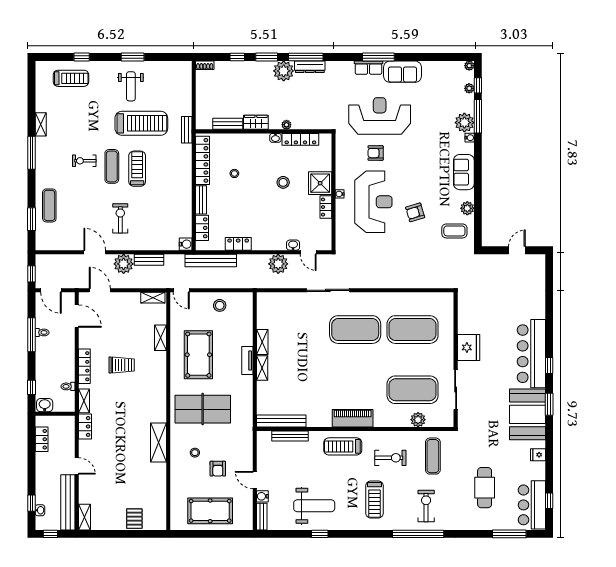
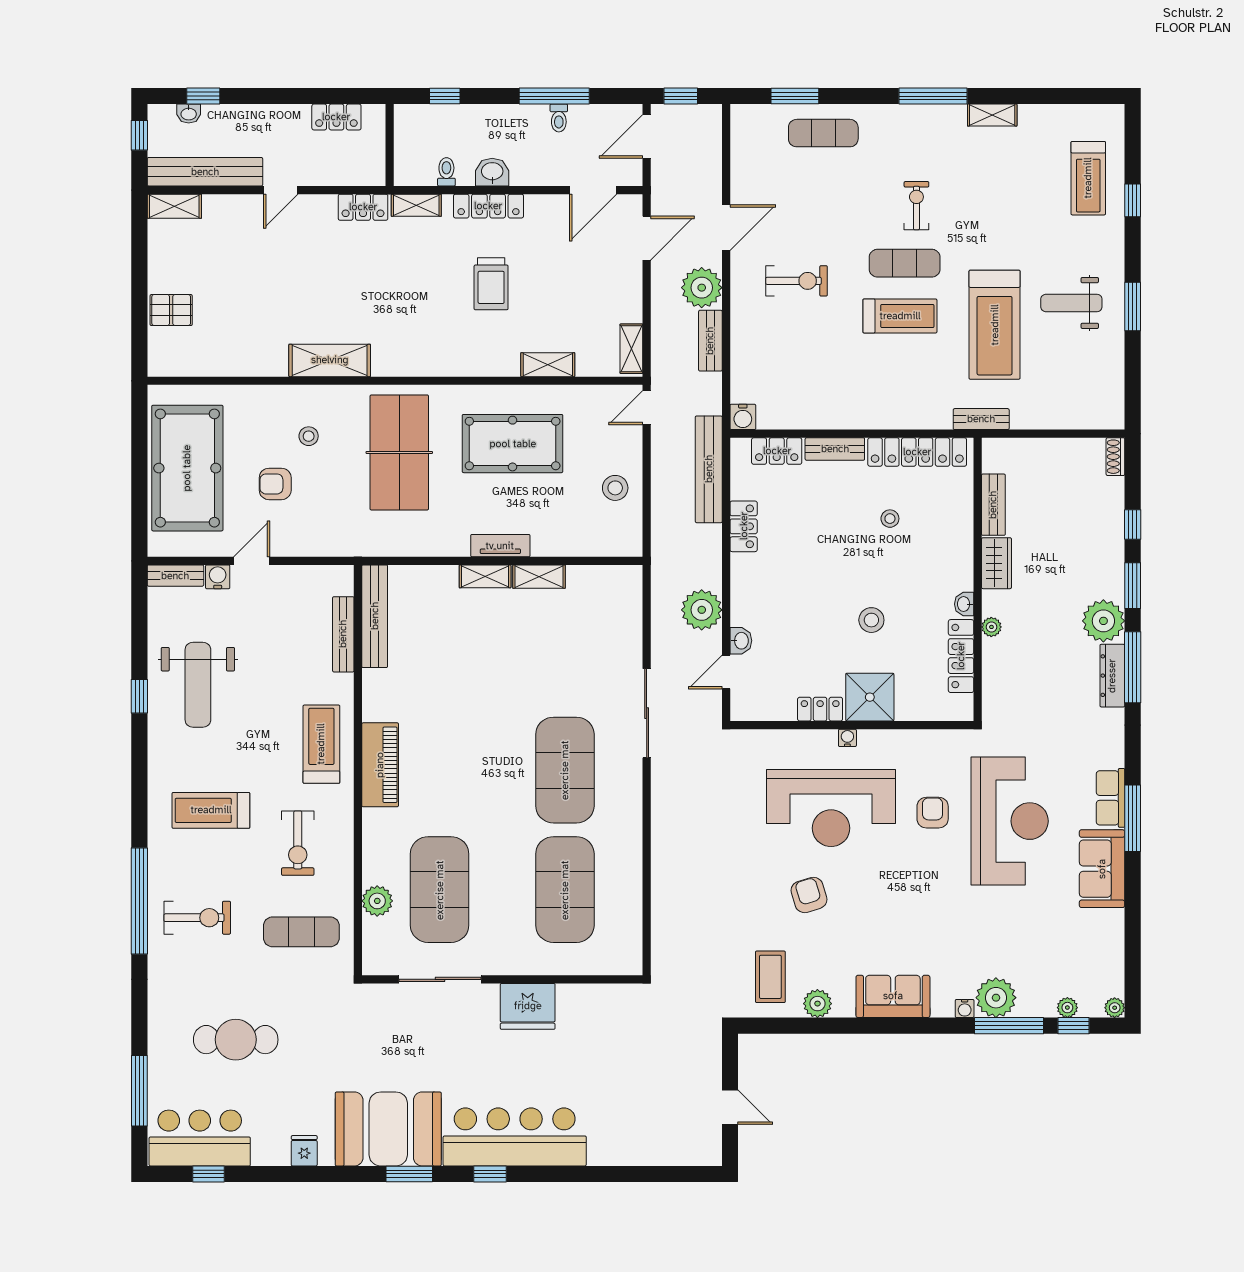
washbasin: (45, 405) -> (492, 172), moved, turned -90
pool table: (210, 511) -> (187, 468), width x1.36, depth x1.32

